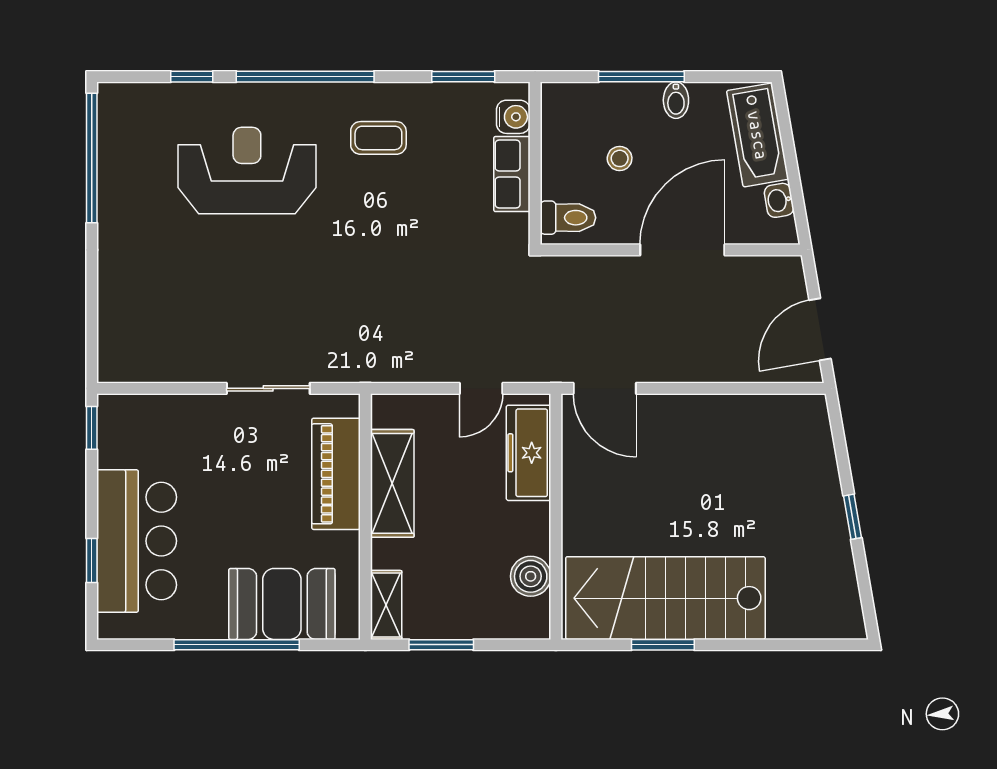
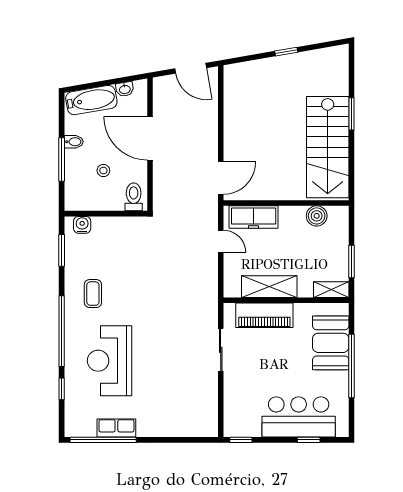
row of seats: (512, 174) -> (116, 428), moved, turned 180
window: (663, 645) -> (352, 114), moved

